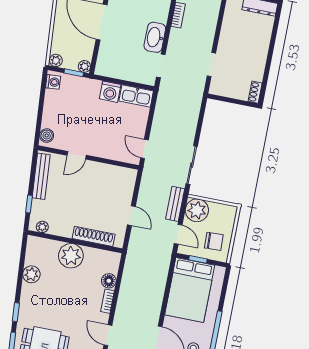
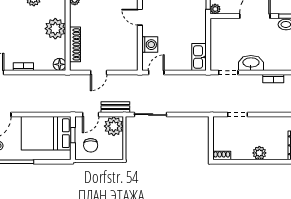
plant: (261, 48) -> (259, 153), added
washing machine: (110, 92) -> (150, 45), moved, turned 180
floor lamp: (109, 281) -> (60, 64), moved

